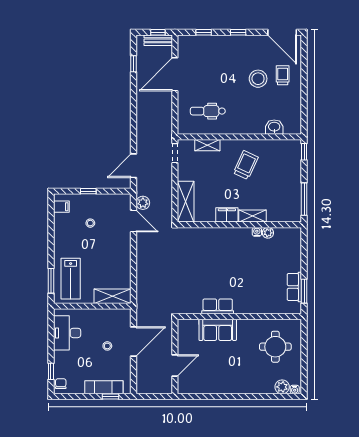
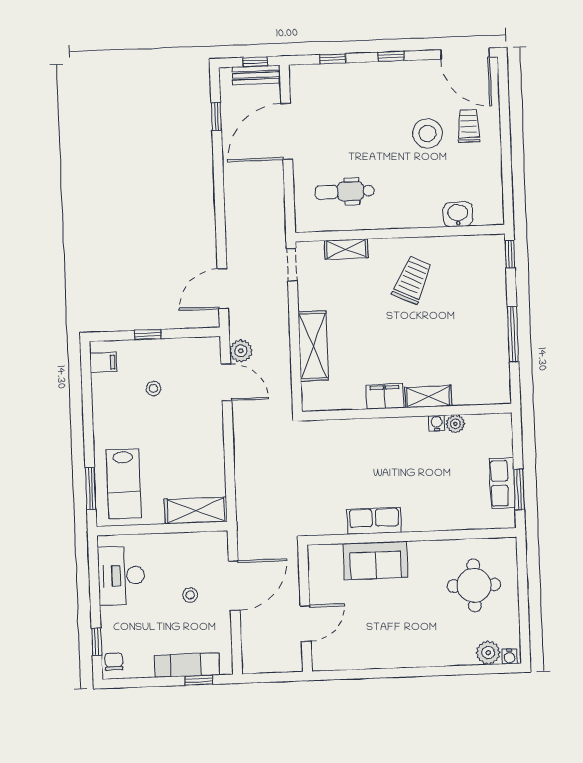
filing cabinet: (227, 215) -> (385, 396), moved
shelving: (252, 216) -> (428, 397), moved
wall: (239, 225) -> (407, 412), moved
water cooler: (257, 232) -> (437, 423), moved
plant: (268, 233) -> (455, 424), moved

